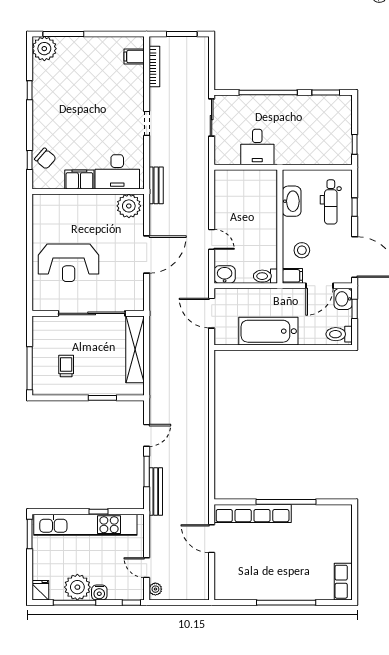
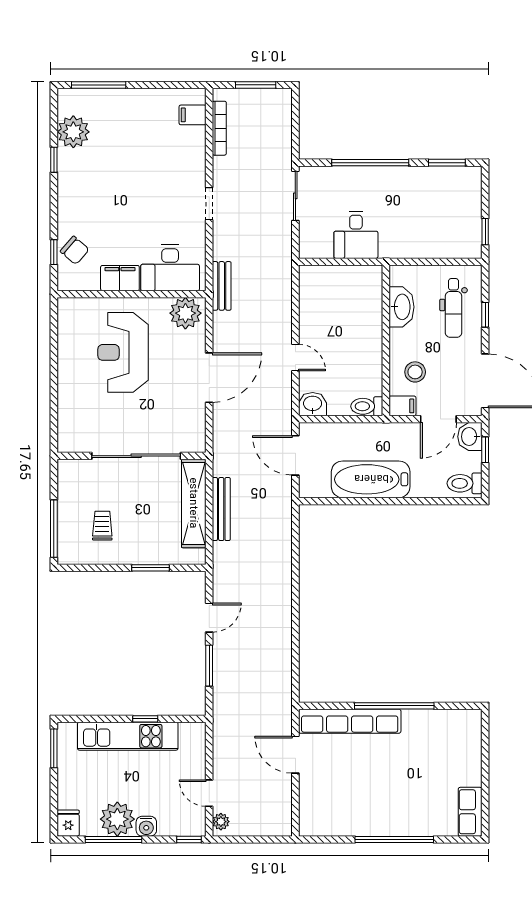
plant: (44, 49) -> (73, 132), moved
reception desk: (69, 263) -> (123, 352), moved, turned 90
bench: (156, 491) -> (221, 509), moved
kitchen unit: (85, 525) -> (128, 736), width x0.73

